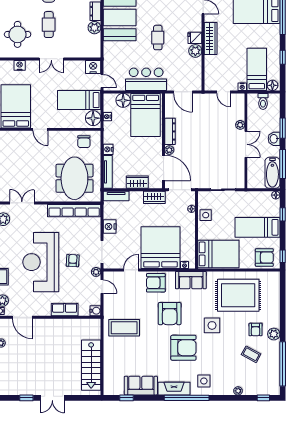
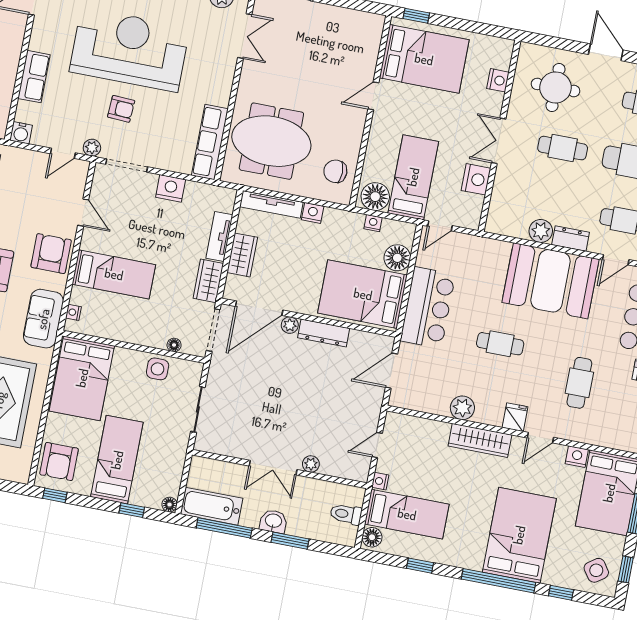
fridge: (195, 38) -> (515, 417), moved
nightstand: (93, 67) -> (476, 179), moved
tv unit: (116, 196) -> (219, 237), moved
row of seats: (74, 211) -> (210, 142), width x0.73
bed: (160, 248) -> (114, 274), width x0.49

